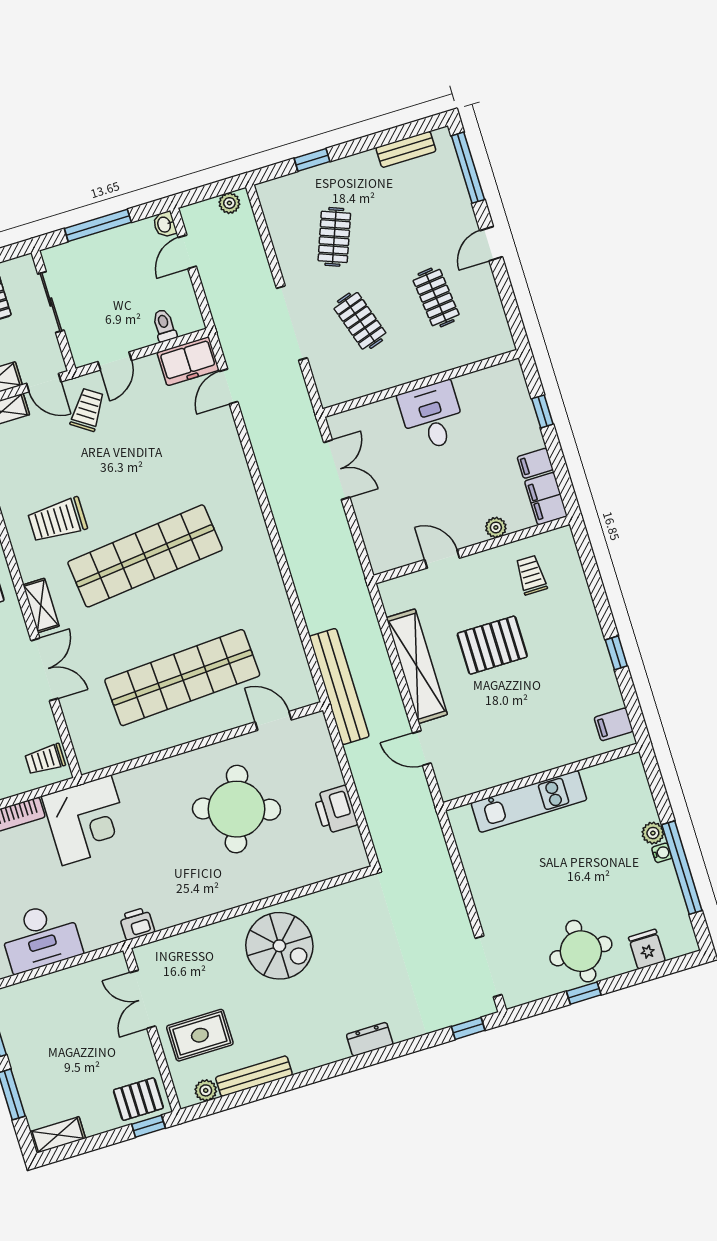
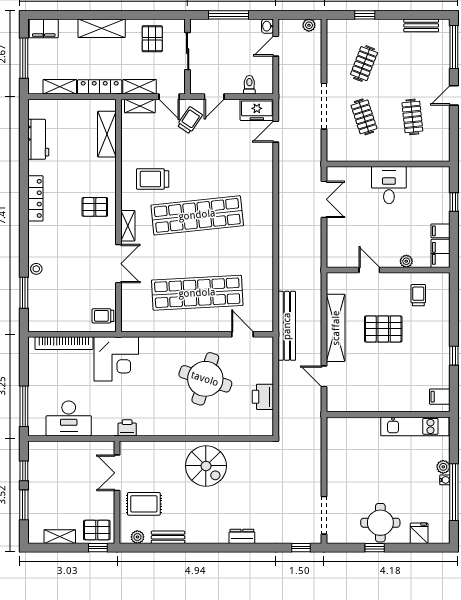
kitchen unit: (529, 801) -> (415, 426), moved
bench: (254, 1076) -> (168, 537), width x0.73
shelving: (58, 1135) -> (60, 537), moved

